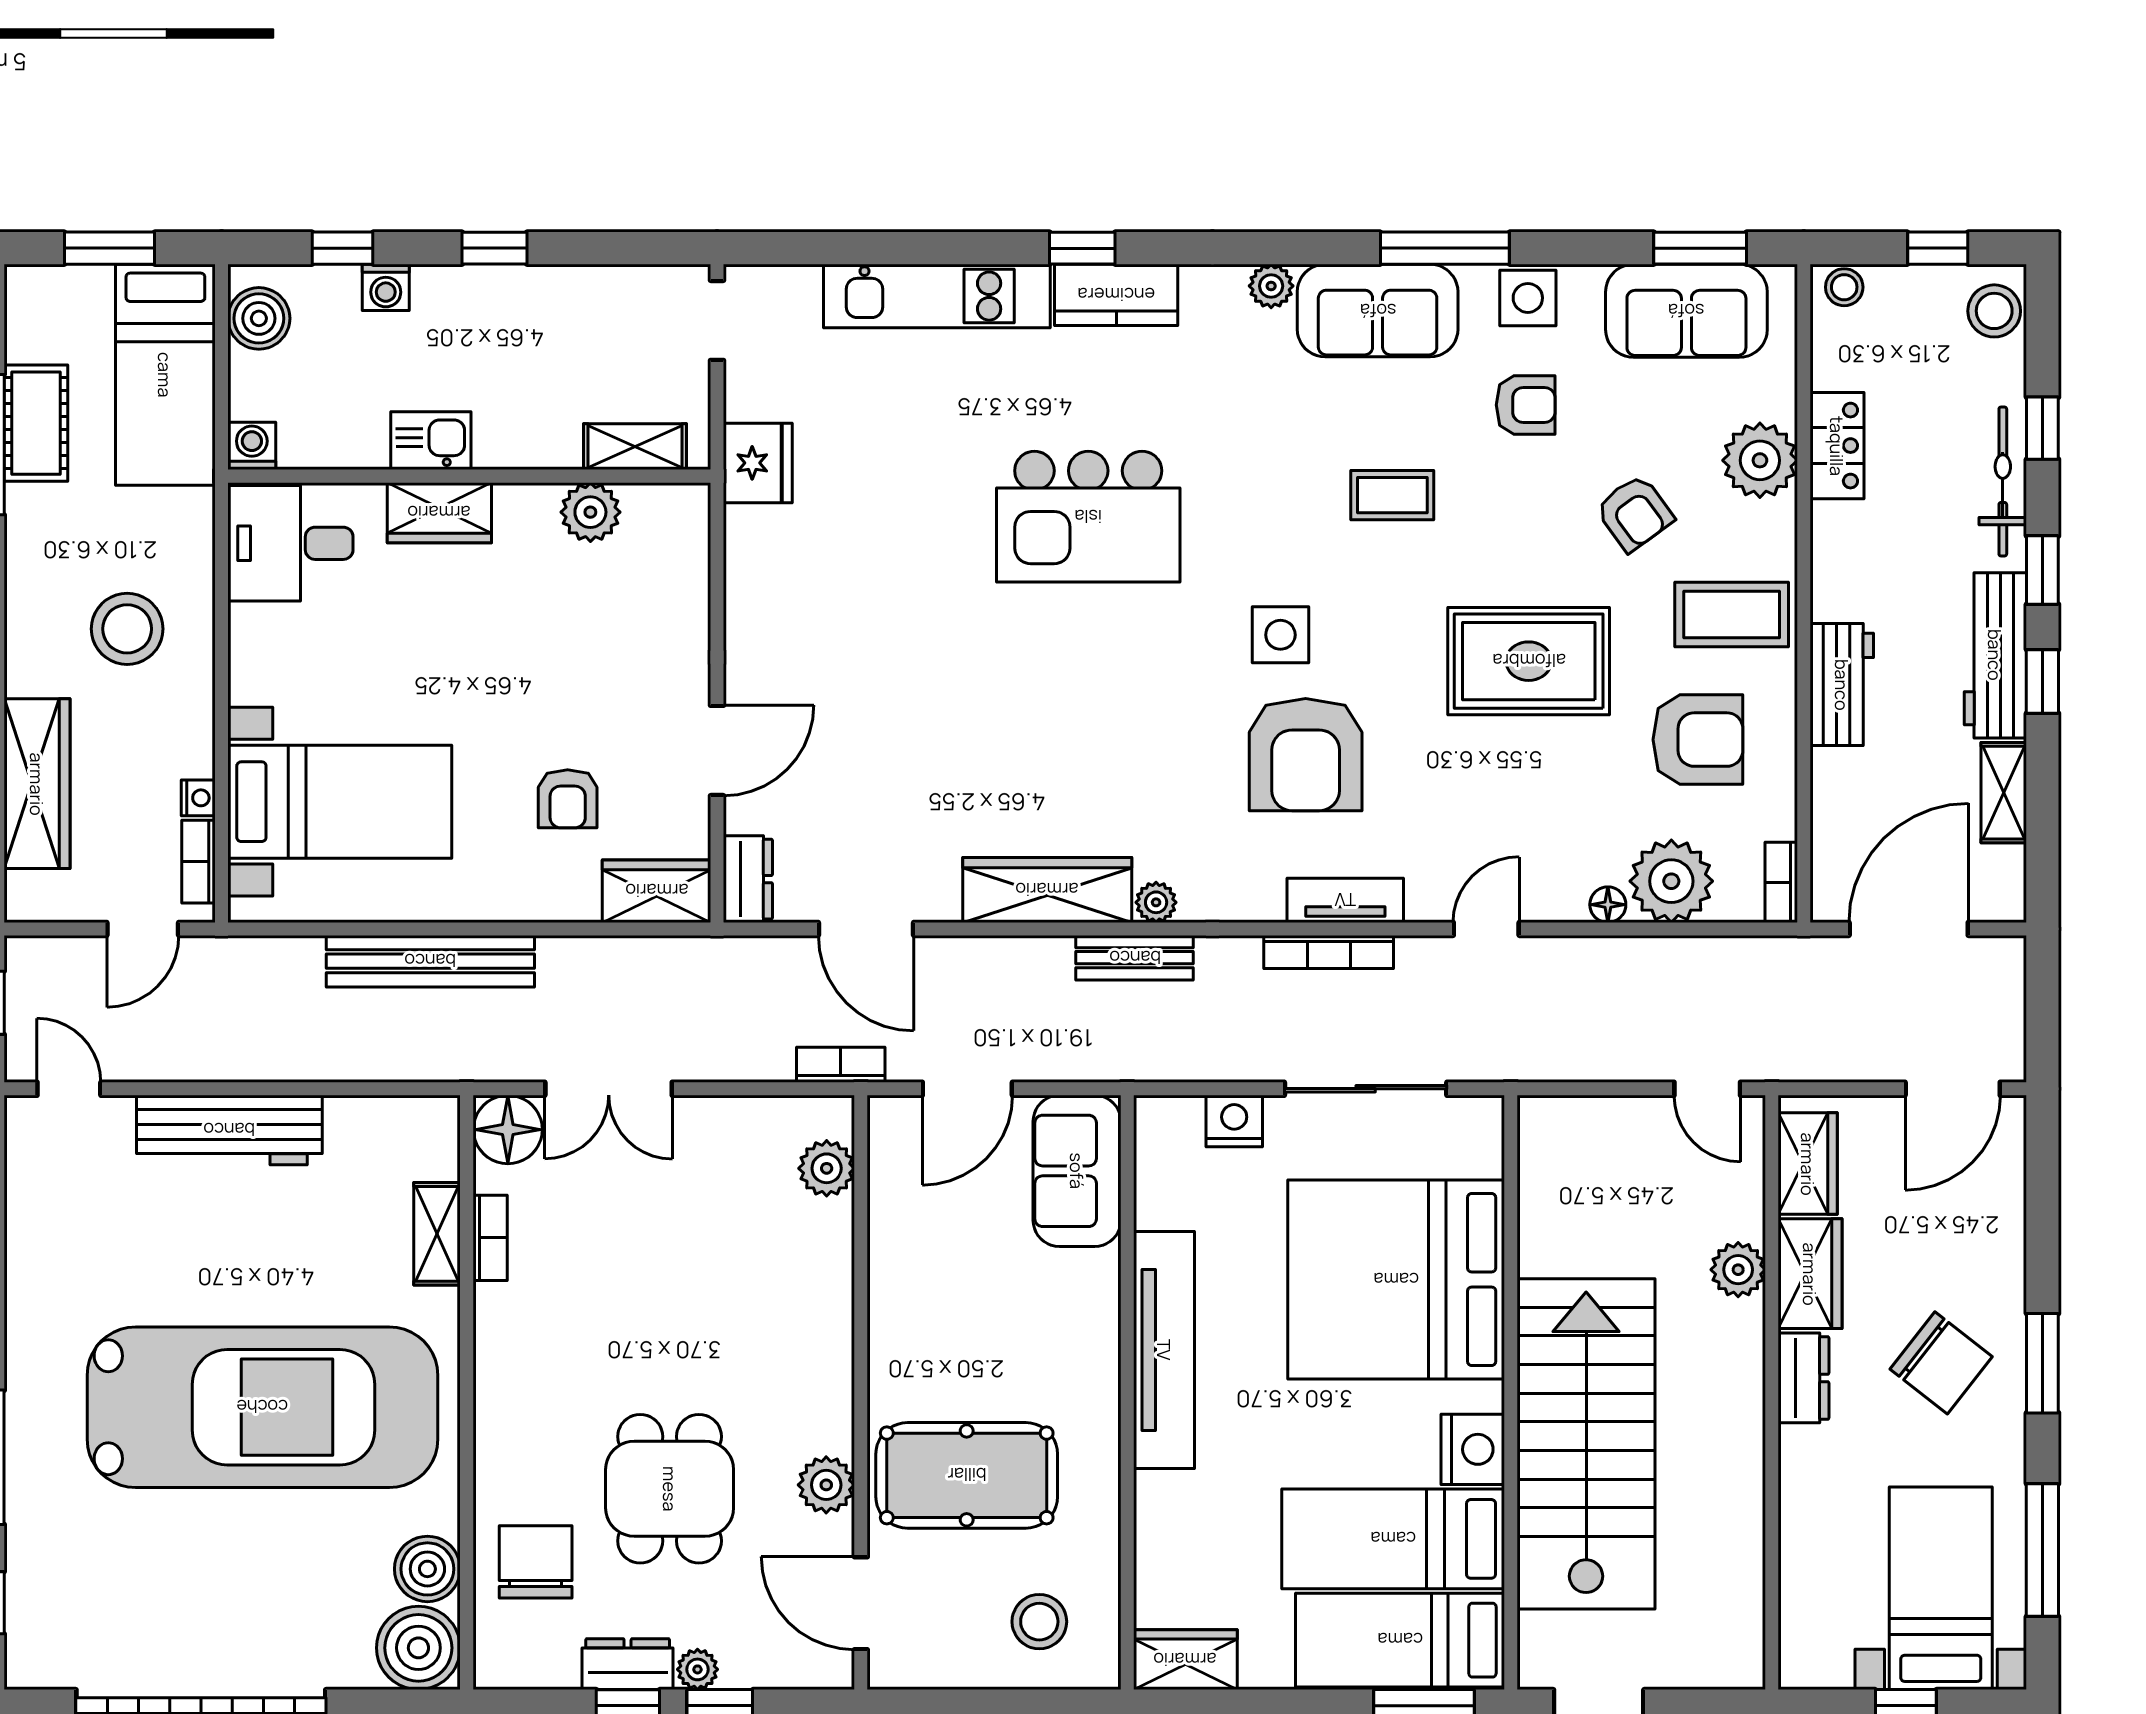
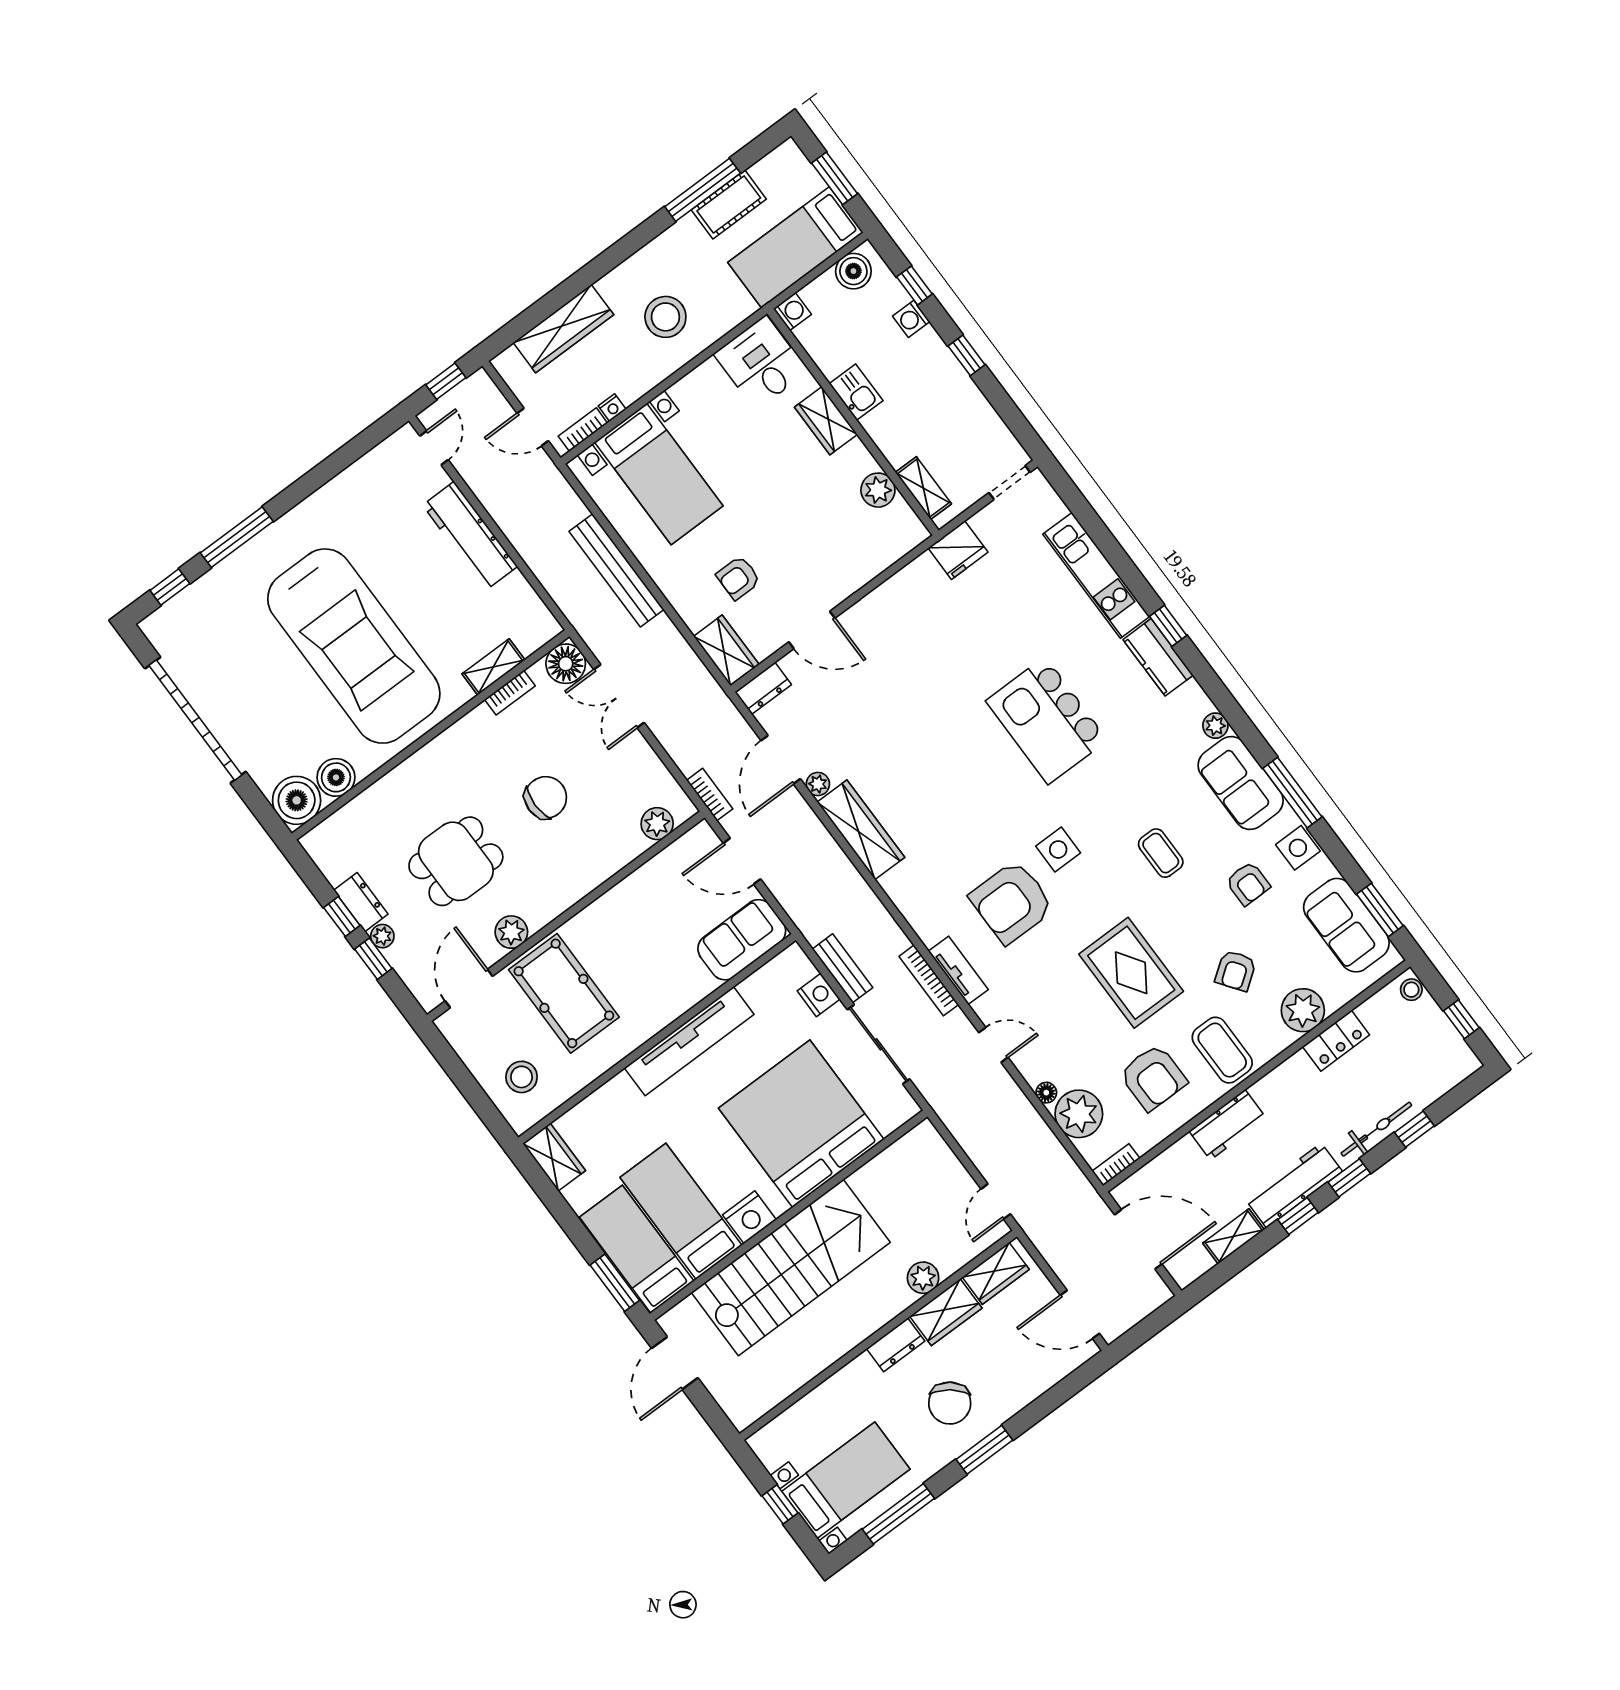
stool: (1994, 311) -> (1452, 1067), removed
plant: (1156, 902) -> (818, 784), moved
bench: (1135, 958) -> (842, 968), moved
chair: (536, 1562) -> (546, 797), moved

